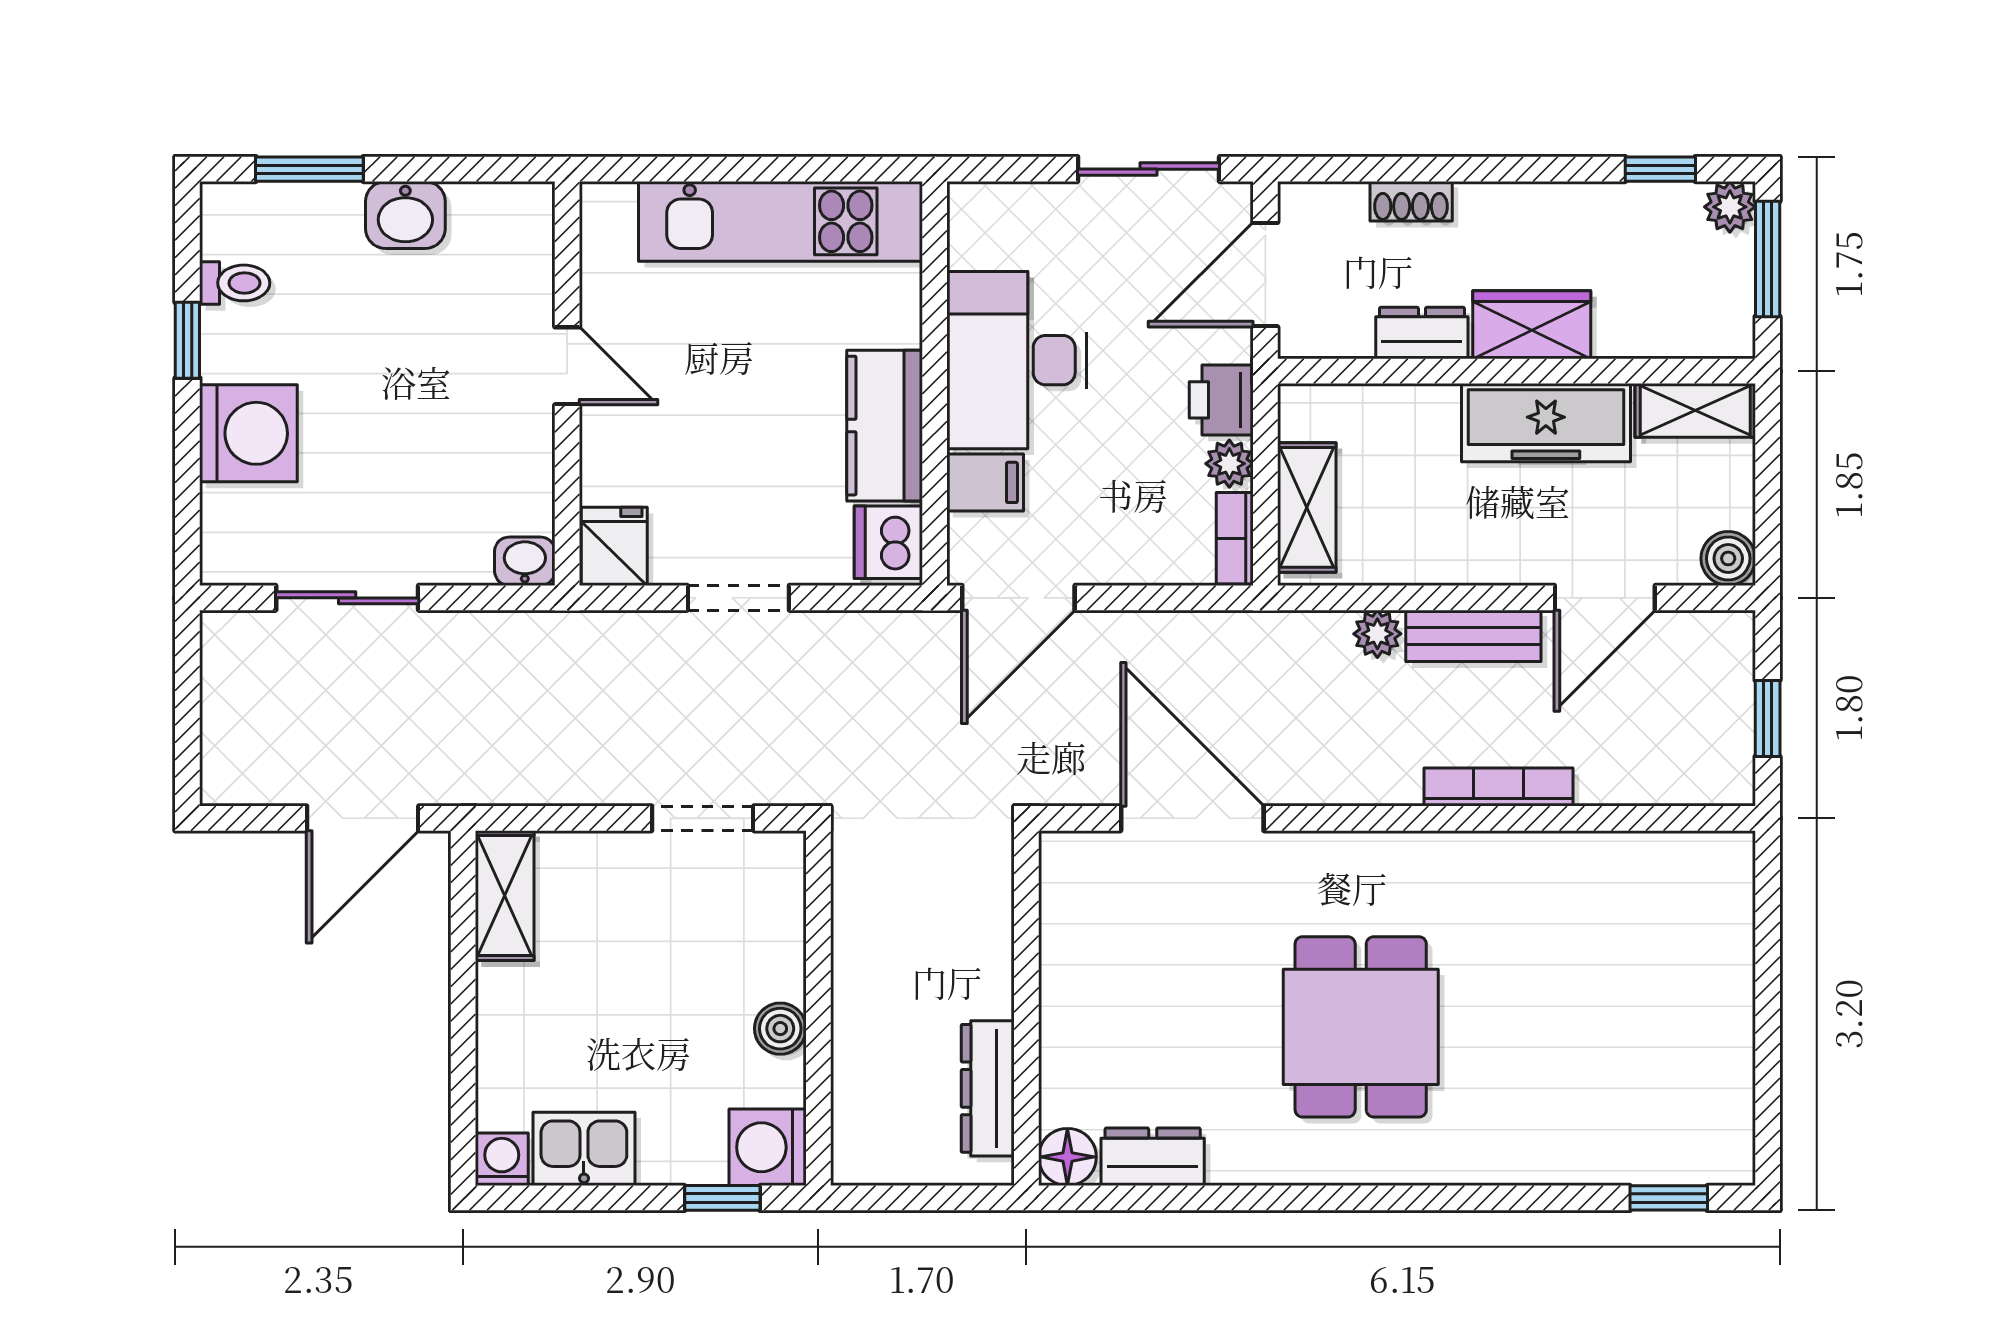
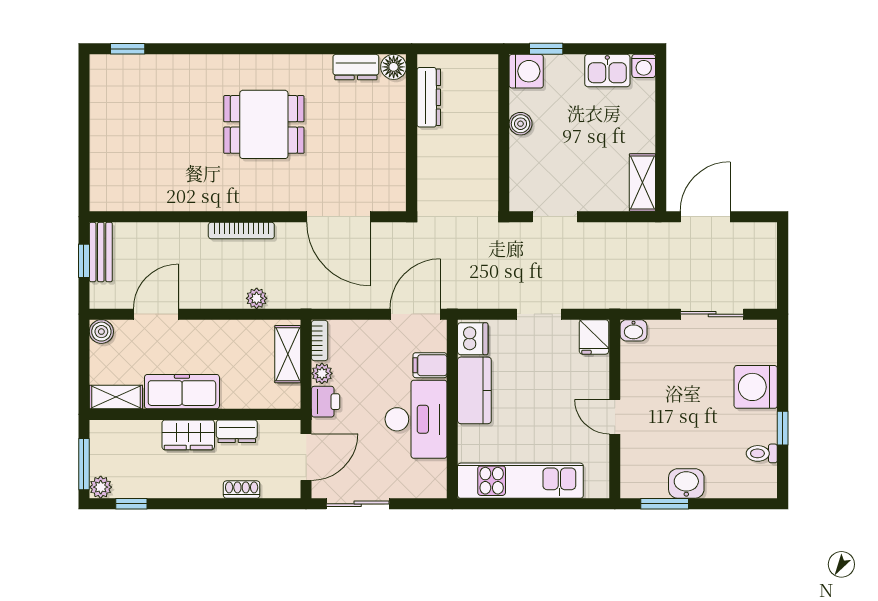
window: (309, 169) -> (665, 504), moved
bench: (1473, 636) -> (101, 252), moved, turned 90
bookcase: (1499, 787) -> (241, 231), moved
dining table: (1361, 1027) -> (264, 124), turned 90

